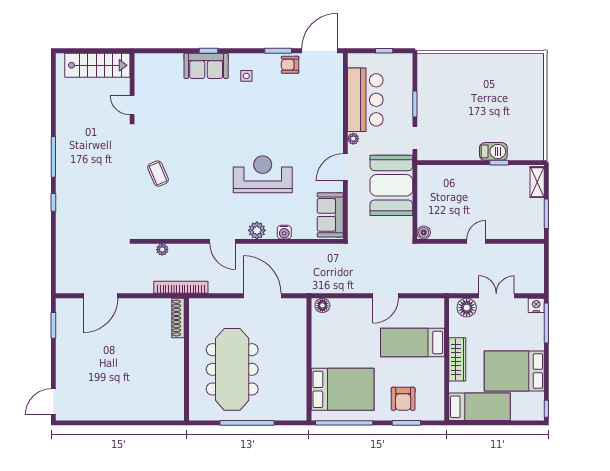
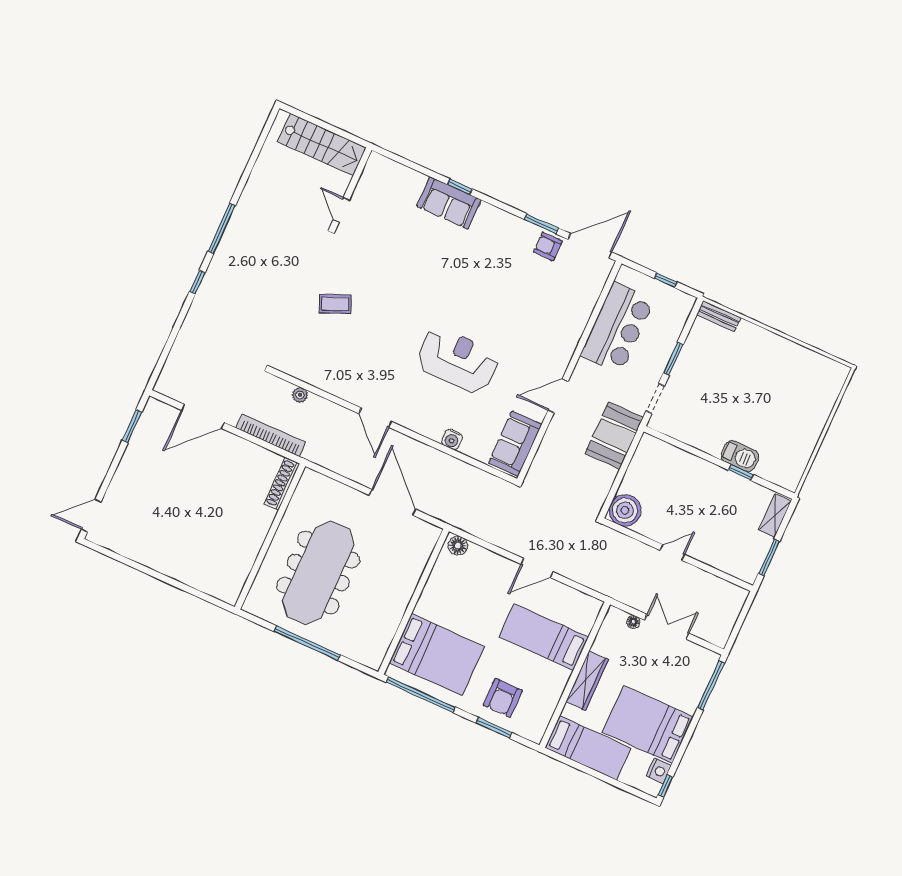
bench: (433, 59) -> (719, 316), added
side table: (246, 76) -> (491, 236), removed
plant: (353, 139) -> (583, 367), removed
coffee table: (158, 174) -> (335, 304), turned 90
booth: (391, 185) -> (614, 436), width x0.73, depth x0.70
plant: (257, 230) -> (421, 423), removed
boiler: (424, 232) -> (625, 510), width x1.86, depth x1.86
bookcase: (181, 287) -> (271, 435), moved
nightstand: (536, 305) -> (659, 771), moved, turned 90
floor lamp: (467, 308) -> (633, 622), width x0.53, depth x0.53

